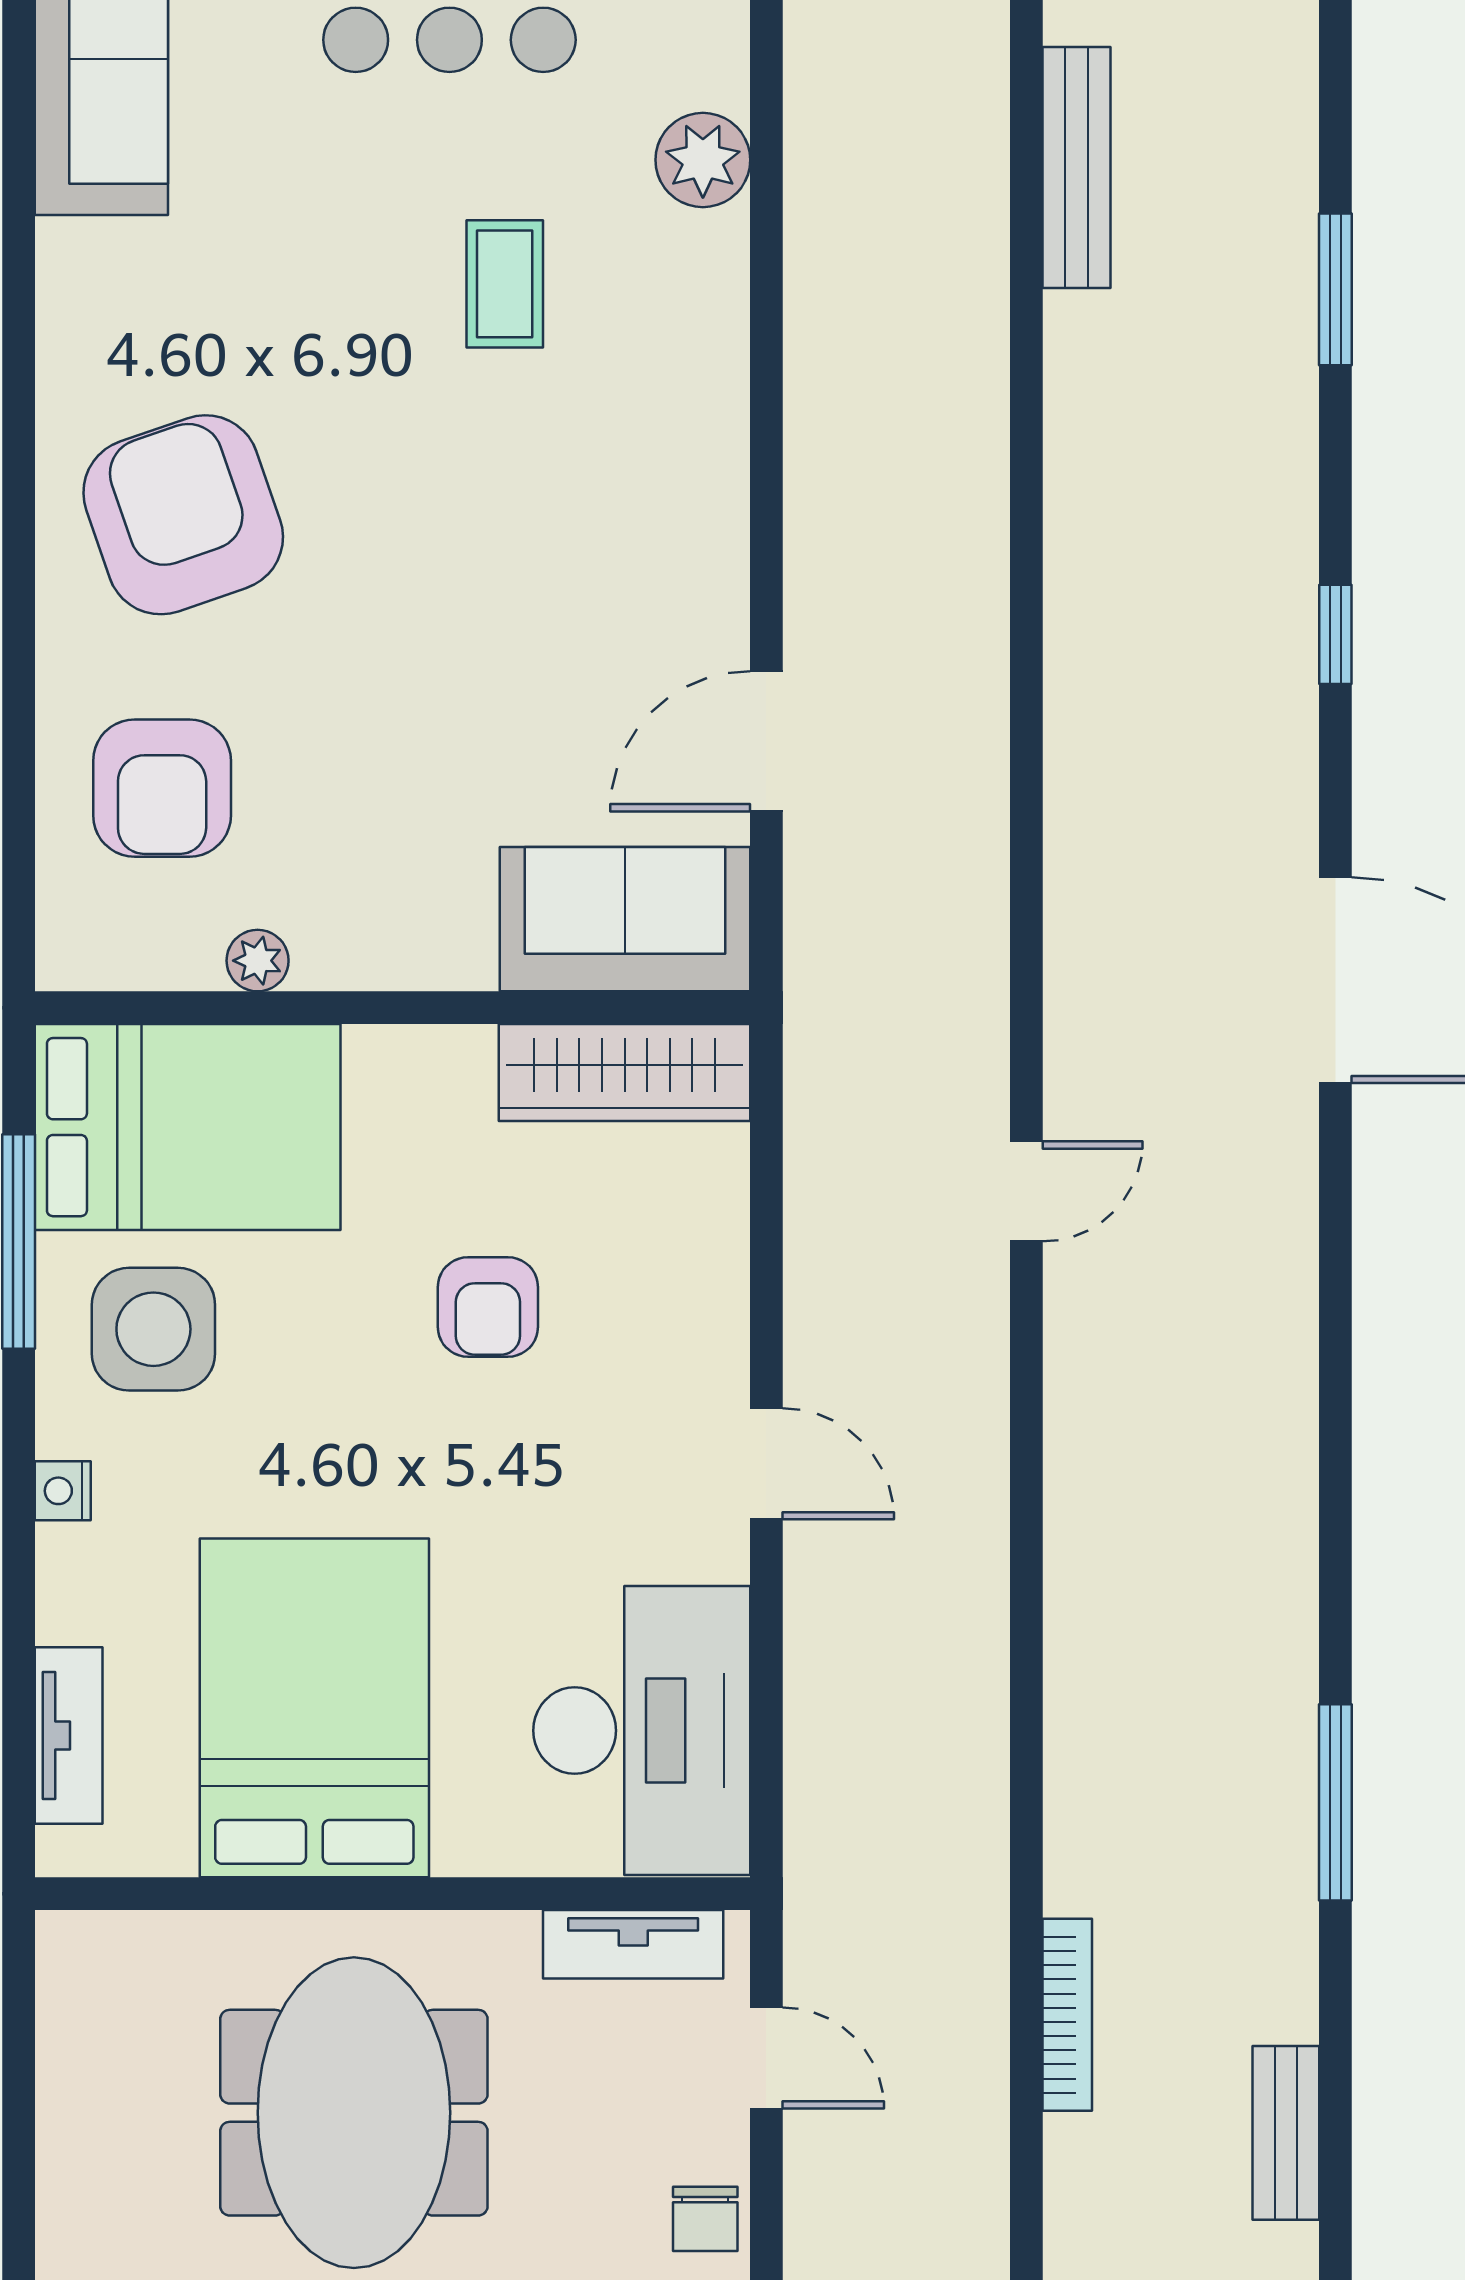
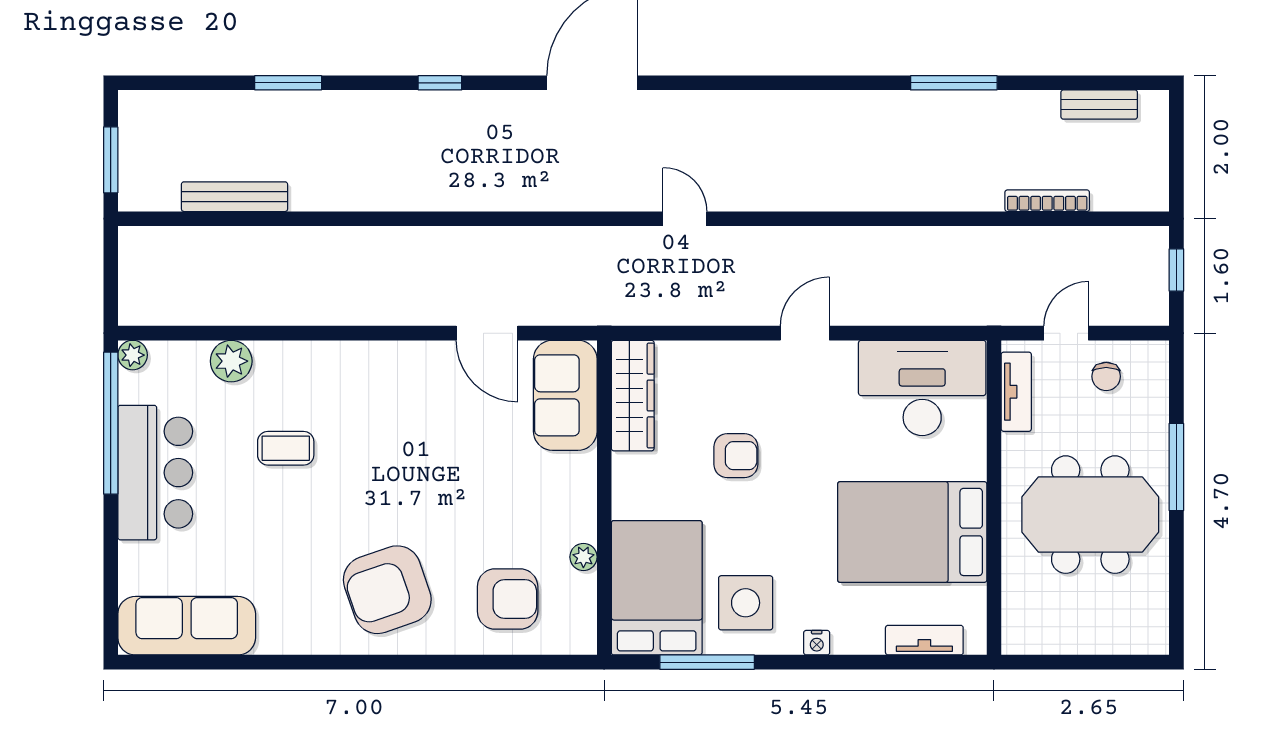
chair: (705, 2219) -> (1106, 376), moved, turned 90

